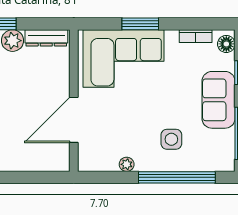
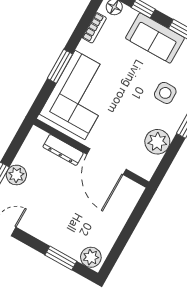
dresser: (46, 38) -> (63, 150), moved, turned 90
plant: (127, 164) -> (157, 142), width x1.87, depth x1.87

